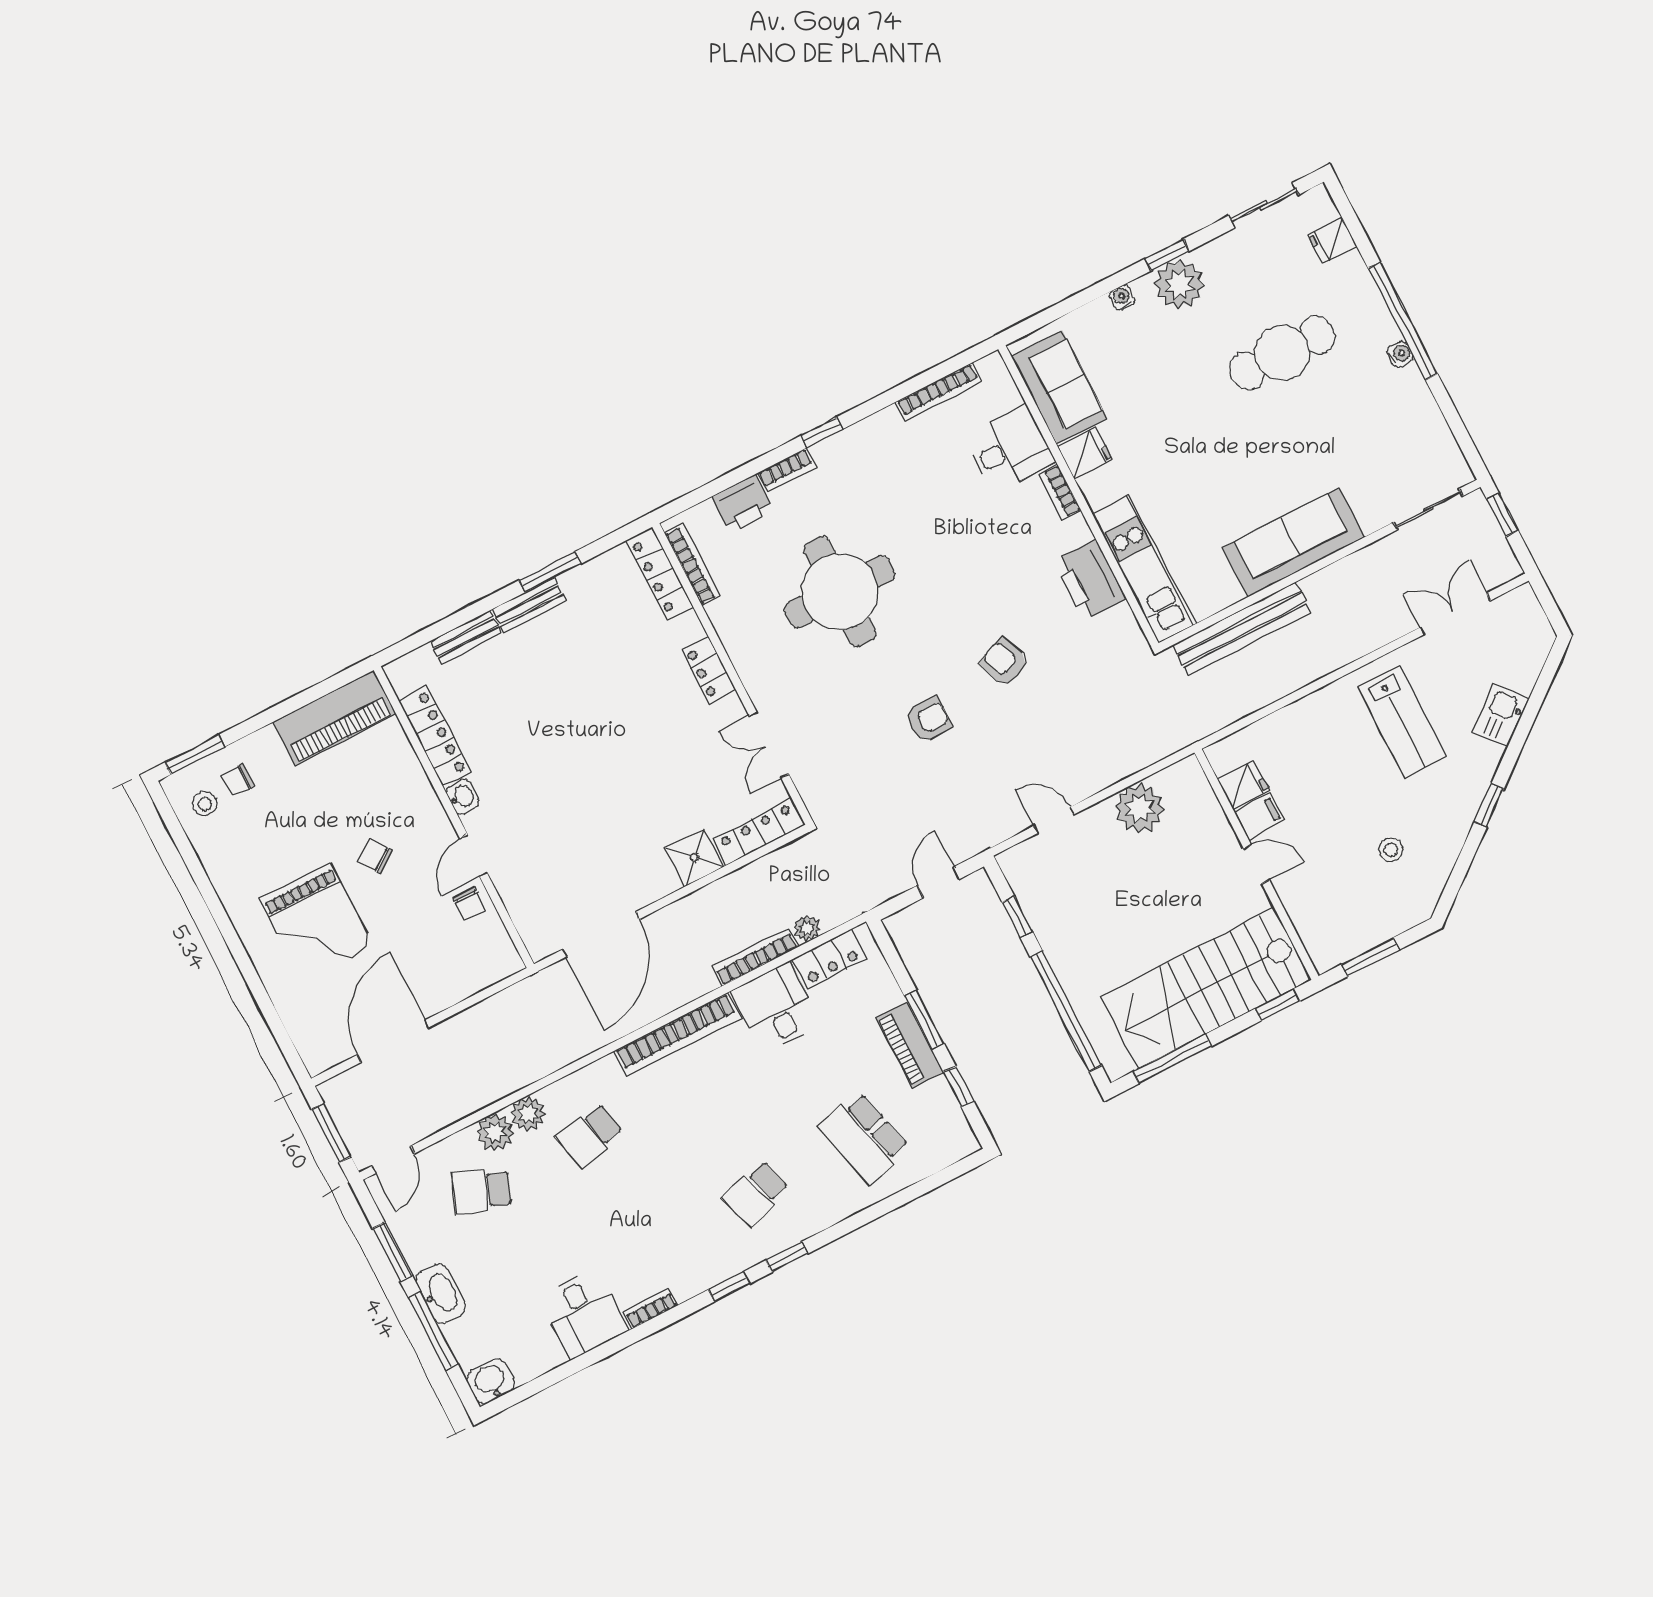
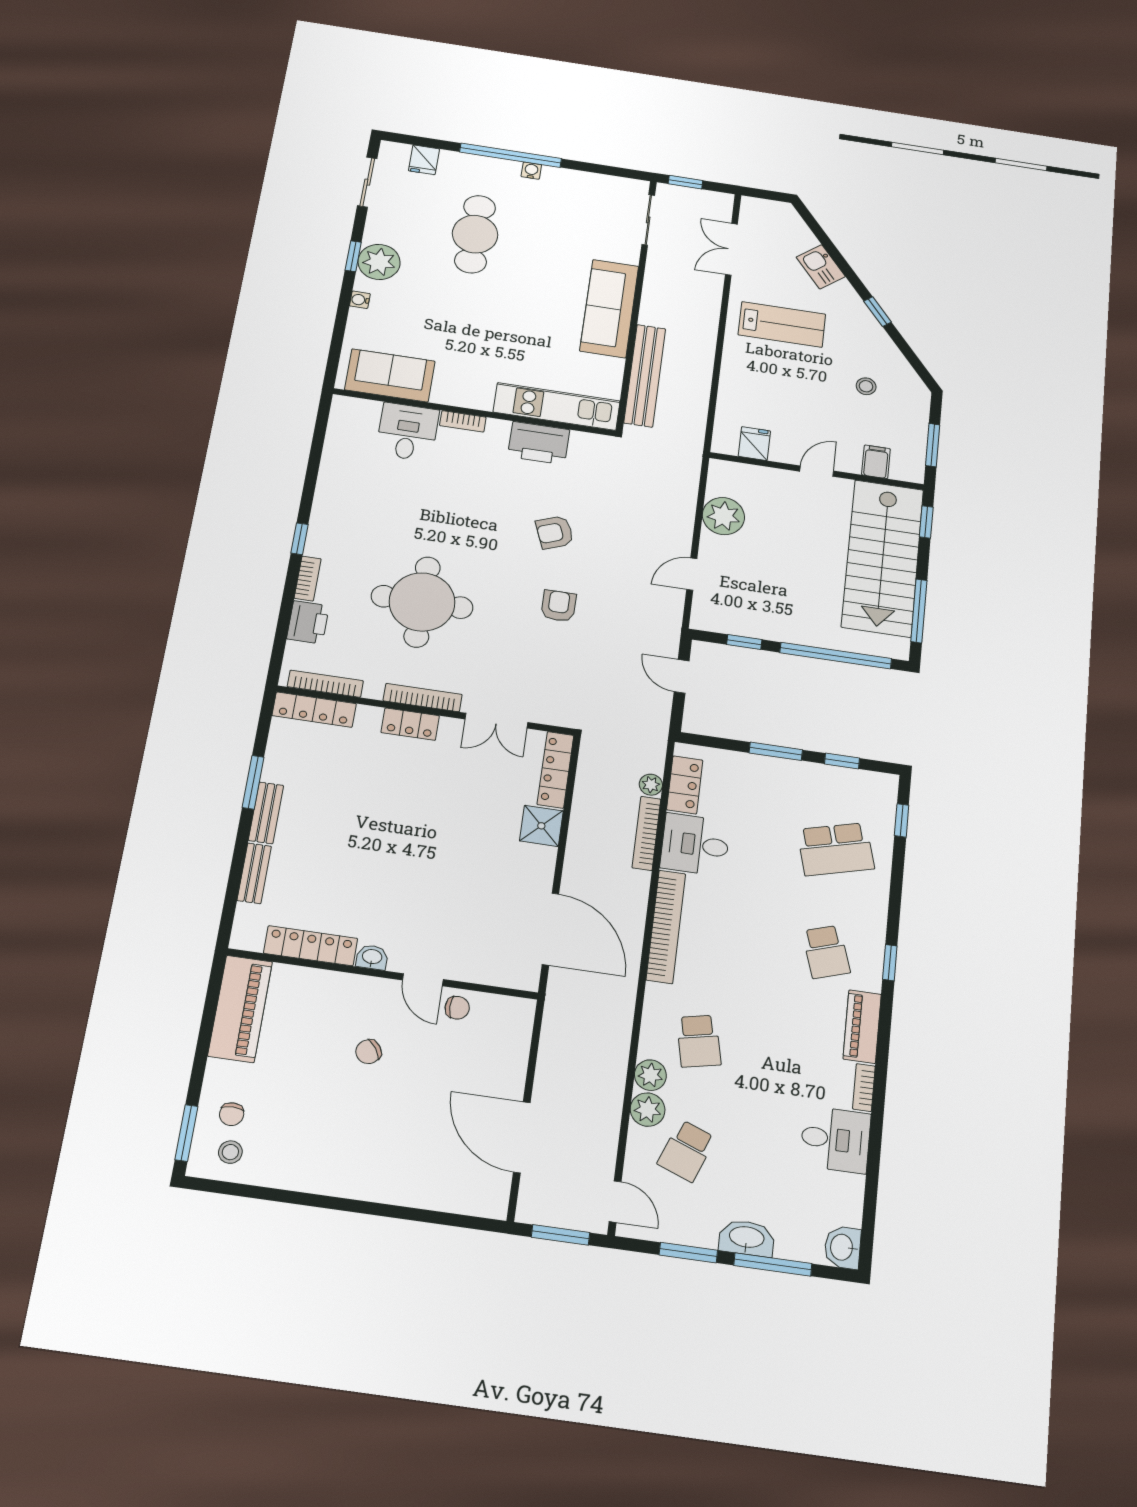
bookcase: (939, 392) -> (423, 698), moved, turned -90
fridge: (1085, 453) -> (448, 389), removed
filing cabinet: (1259, 816) -> (876, 462), moved
grand piano: (316, 922) -> (386, 1131), removed
piano: (910, 1045) -> (862, 1027), moved, turned 90
window: (729, 1287) -> (902, 820), moved

